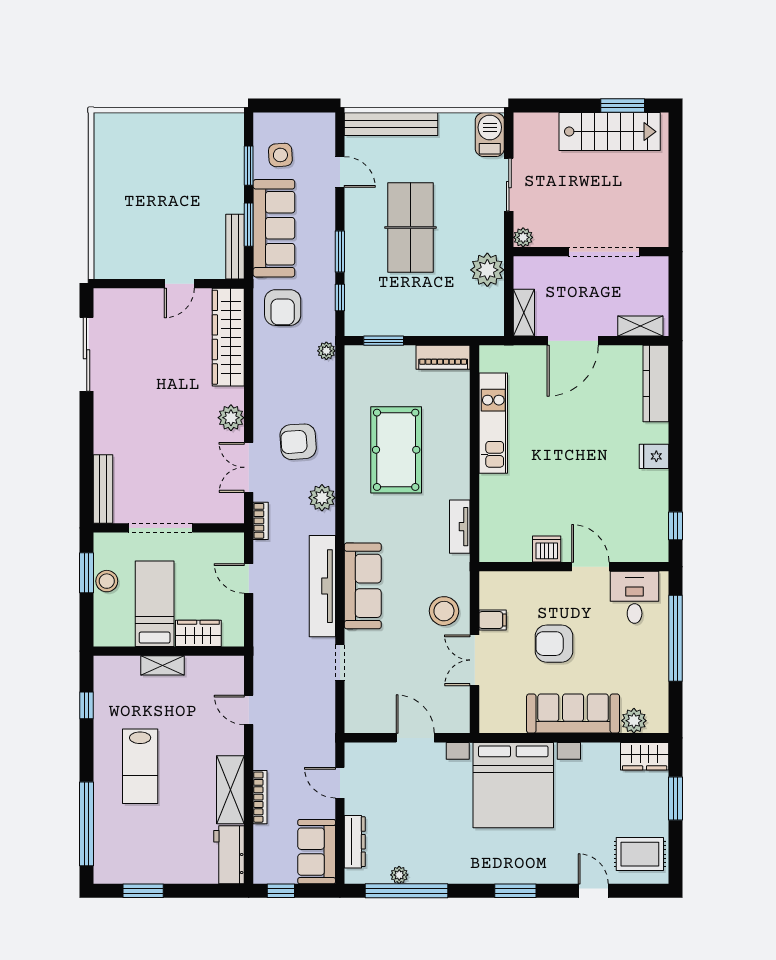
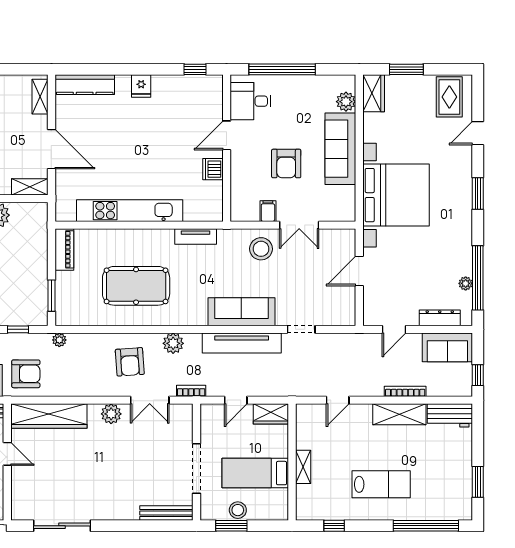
kitchen unit: (493, 423) -> (130, 211), width x1.36
wardrobe: (198, 633) -> (271, 414), moved, turned -90

